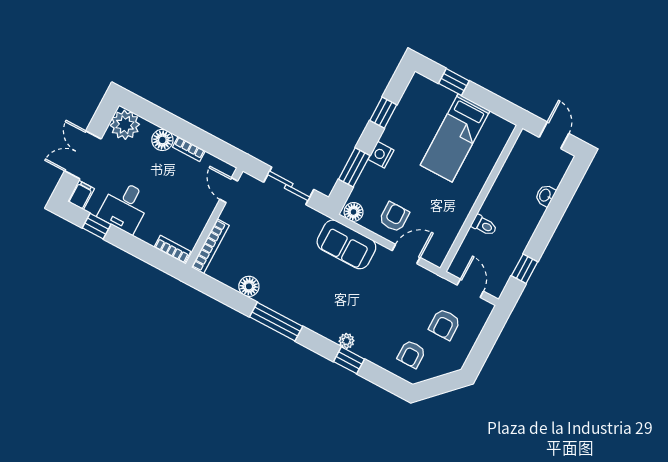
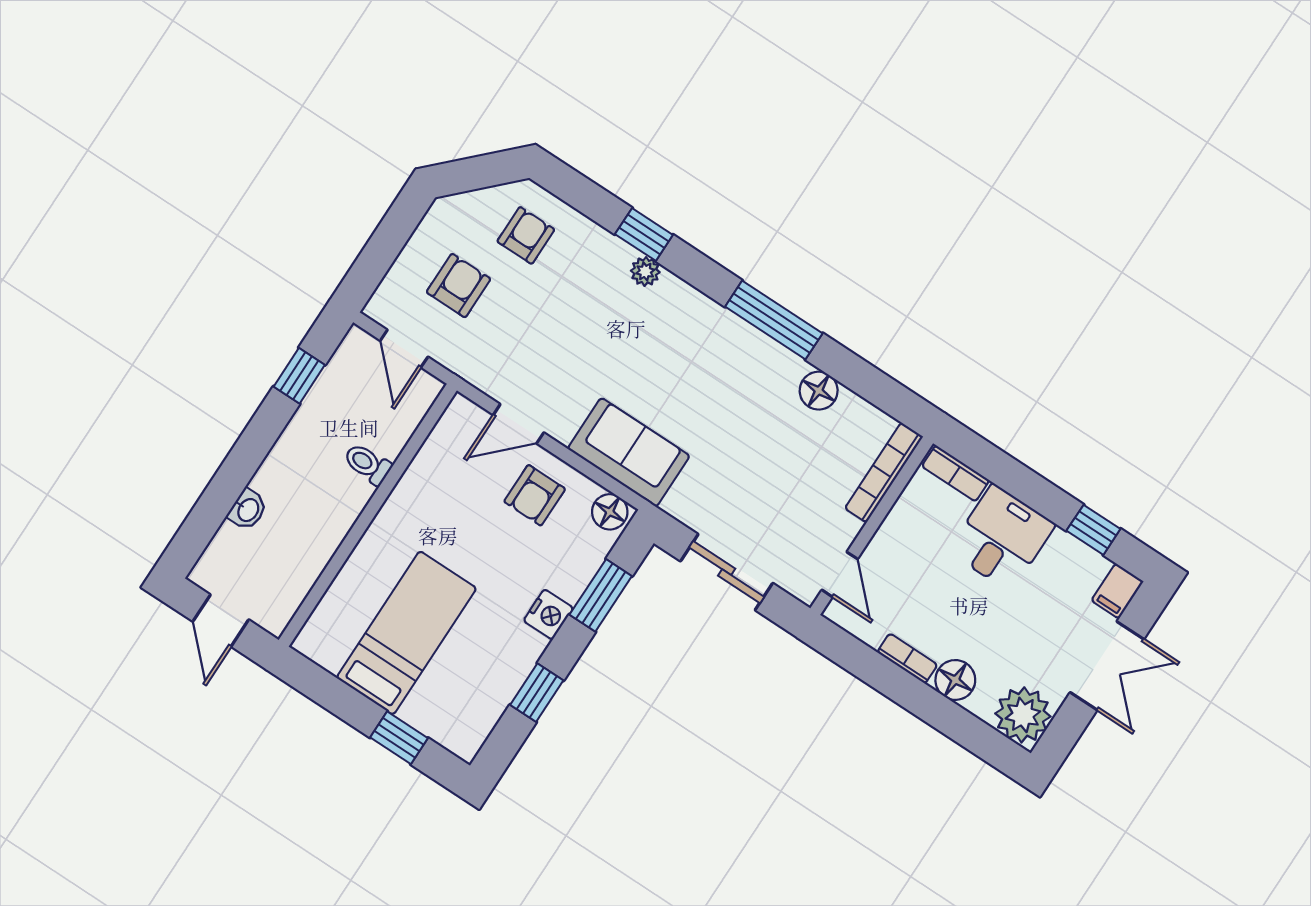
desk: (125, 207) -> (1002, 538), moved

